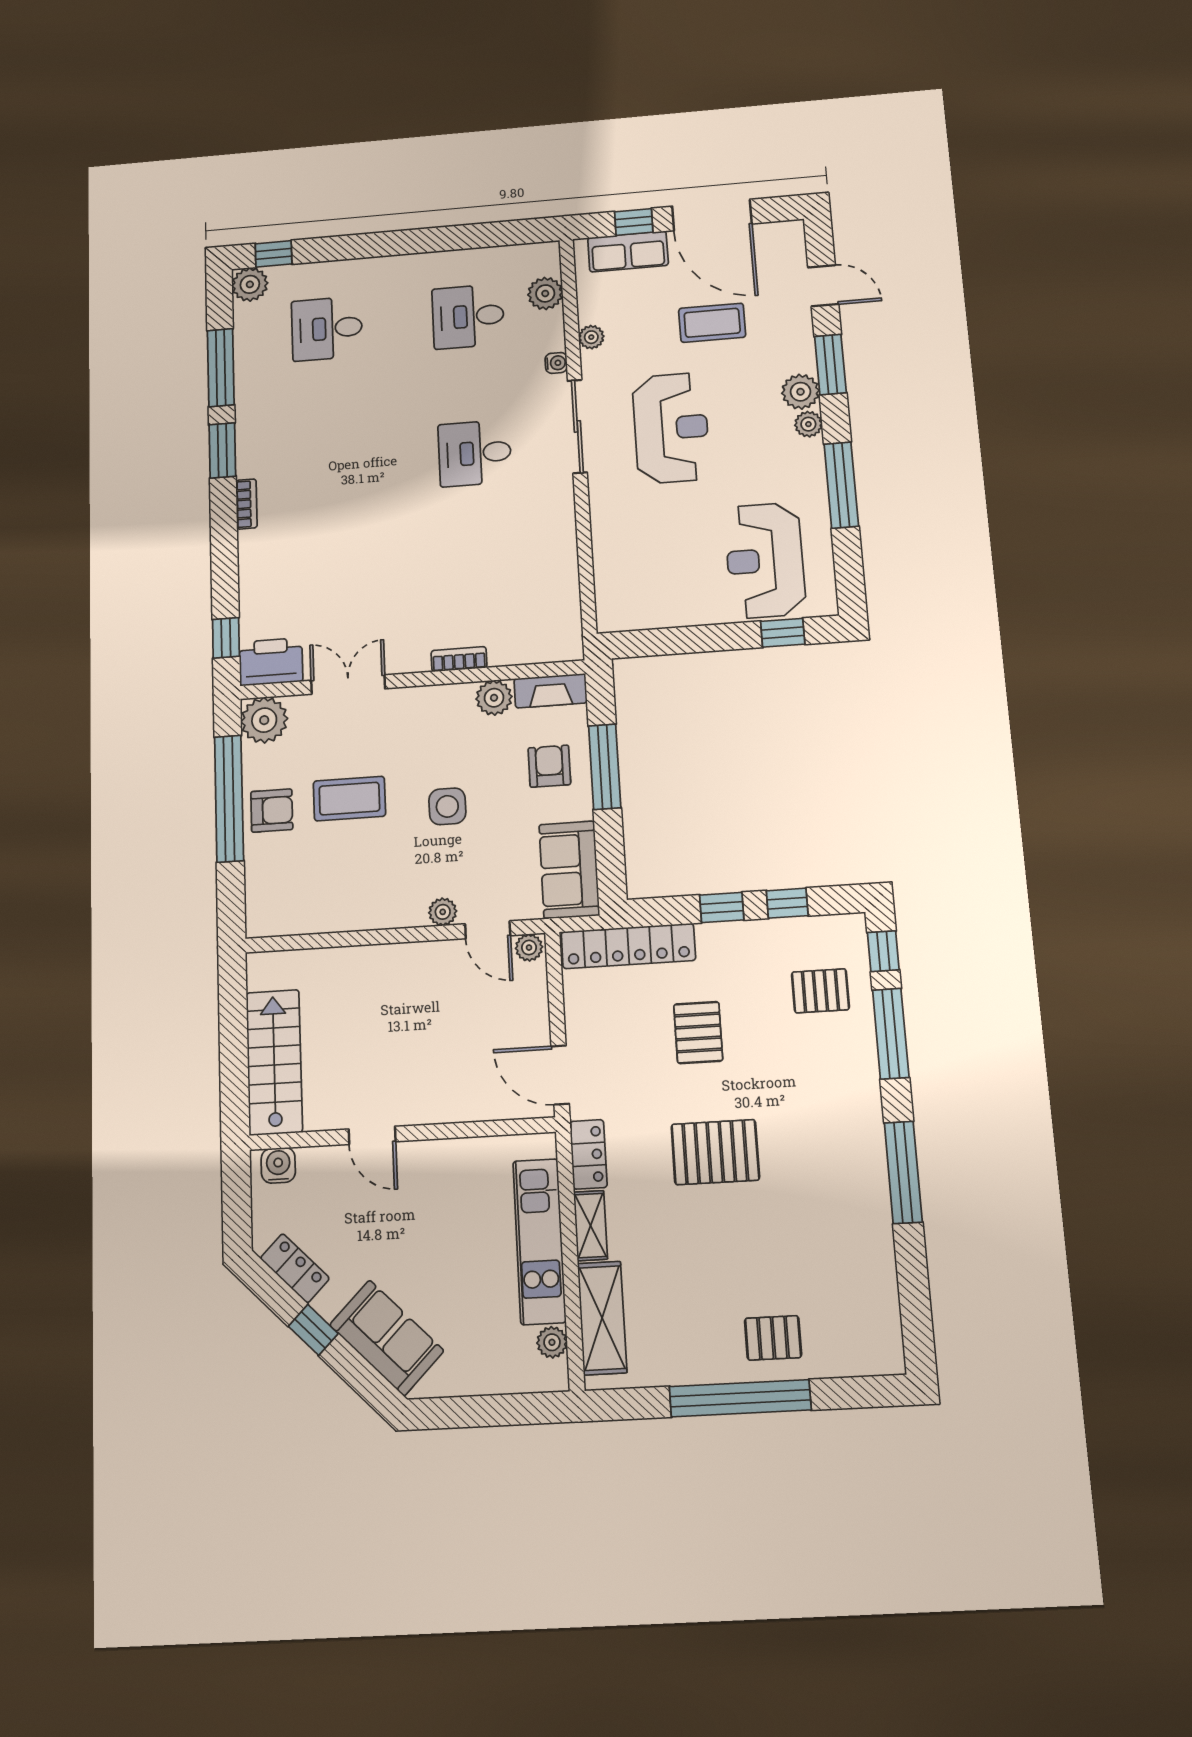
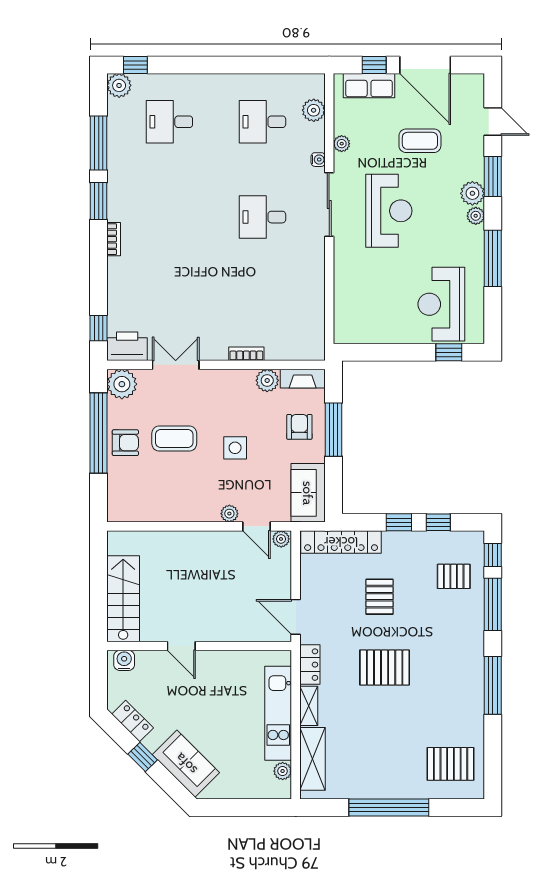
pallet: (773, 1338) -> (451, 764), moved, width x1.50, depth x1.42

